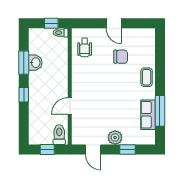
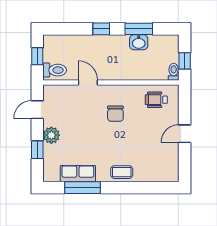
chair: (121, 57) -> (115, 114), moved

